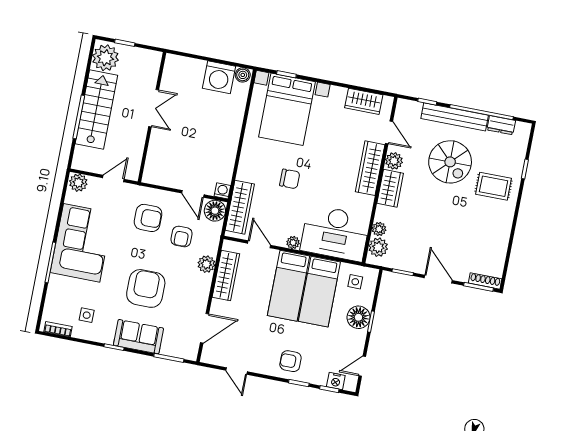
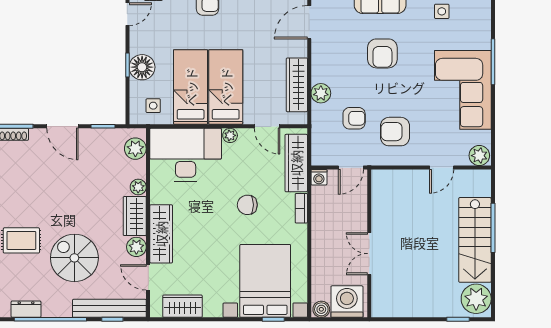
double door: (154, 108) -> (369, 254), moved
wall: (152, 117) -> (369, 243), moved
bench: (455, 117) -> (109, 308), moved
bookcase: (243, 167) -> (301, 208), added
door: (193, 194) -> (351, 168), swing flipped
floor lamp: (215, 211) -> (323, 154), removed
plant: (379, 229) -> (138, 187), moved
armchair: (182, 236) -> (354, 118), turned 90
armchair: (146, 288) -> (382, 53), width x0.73, depth x0.73

